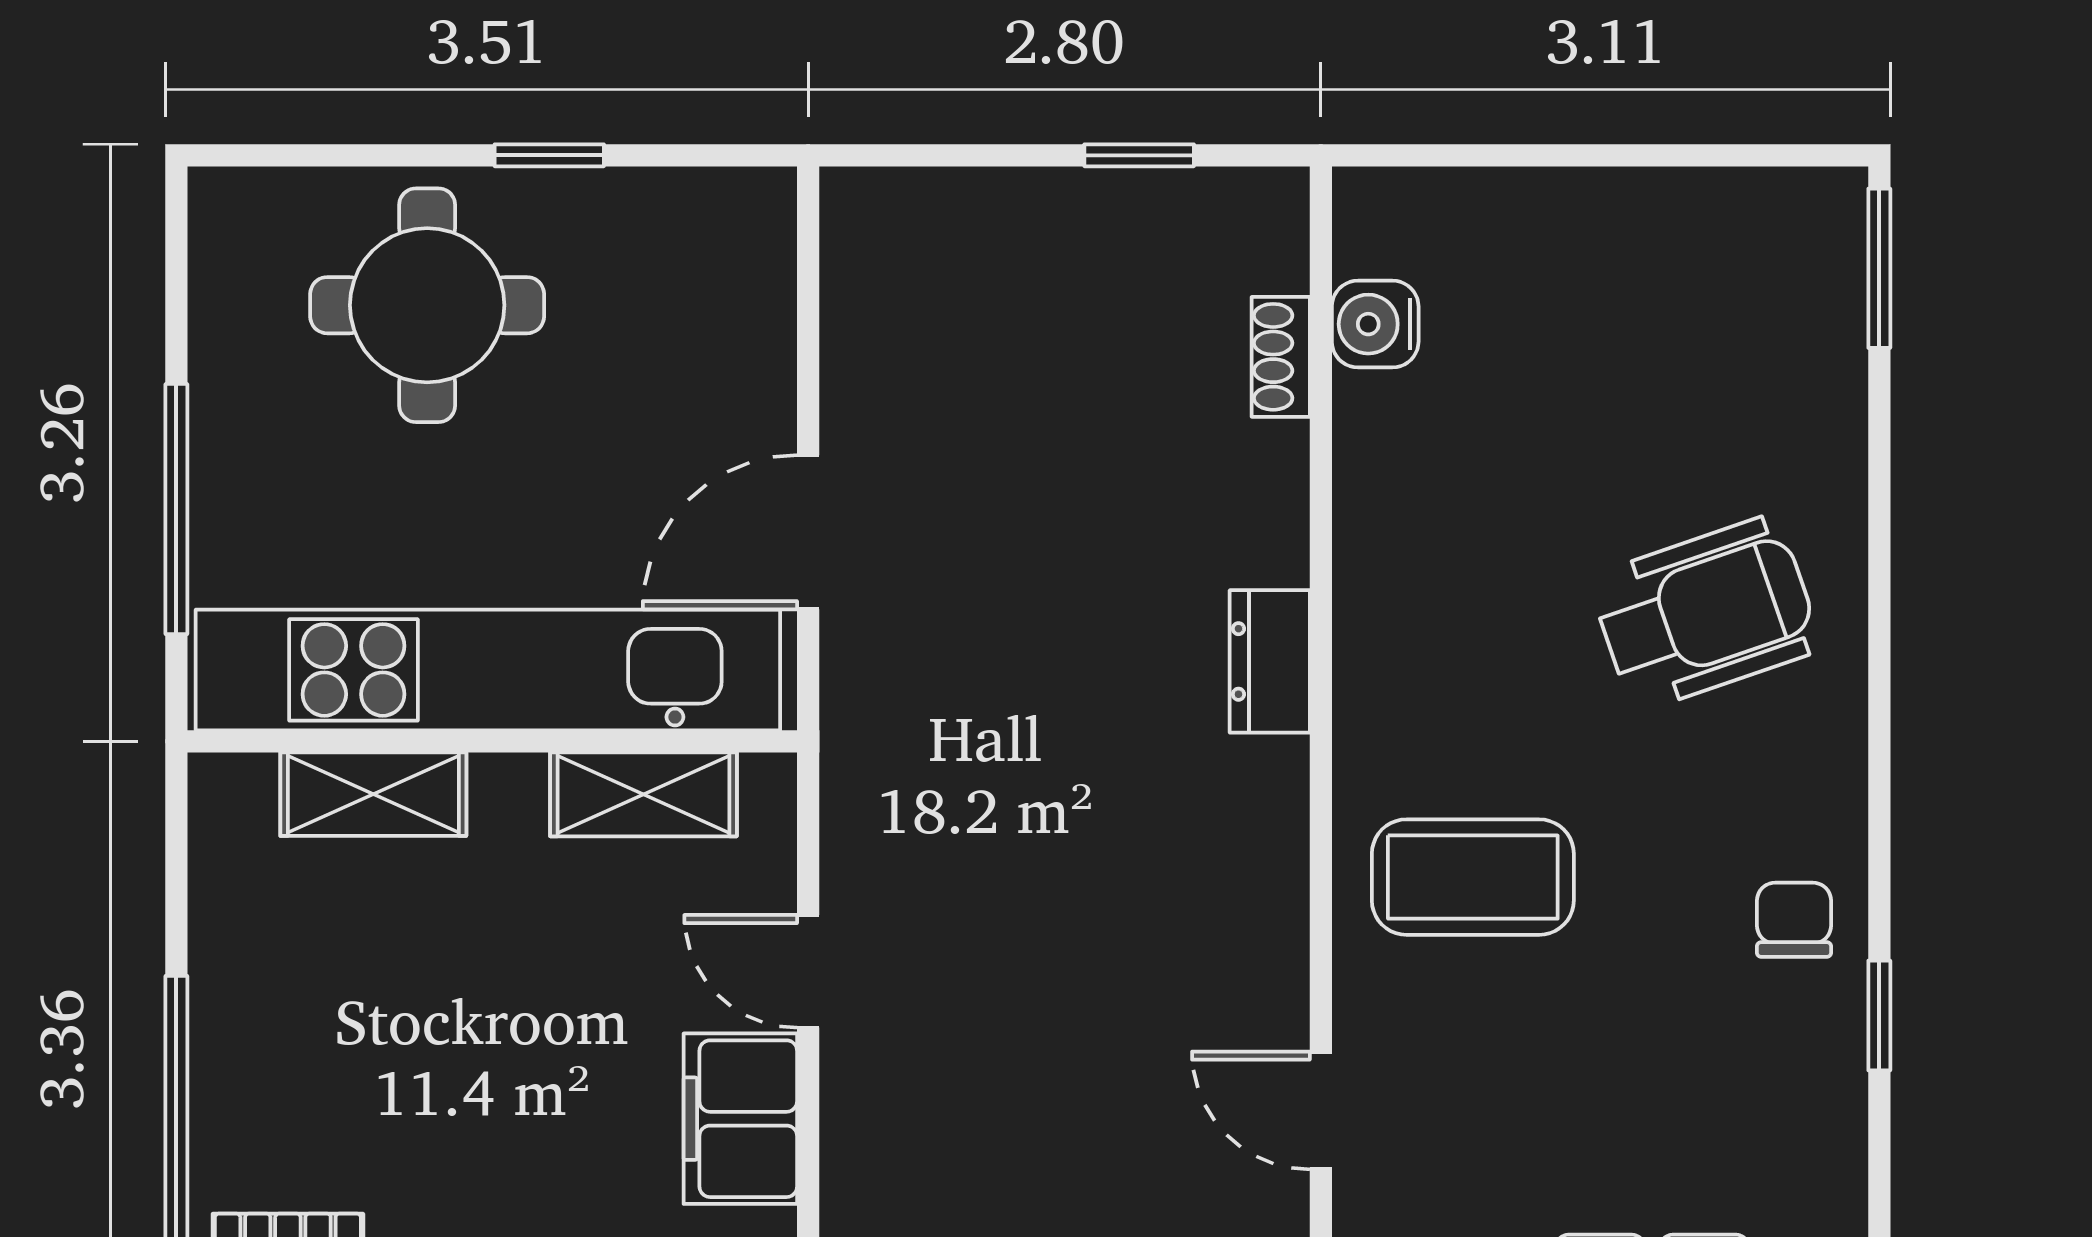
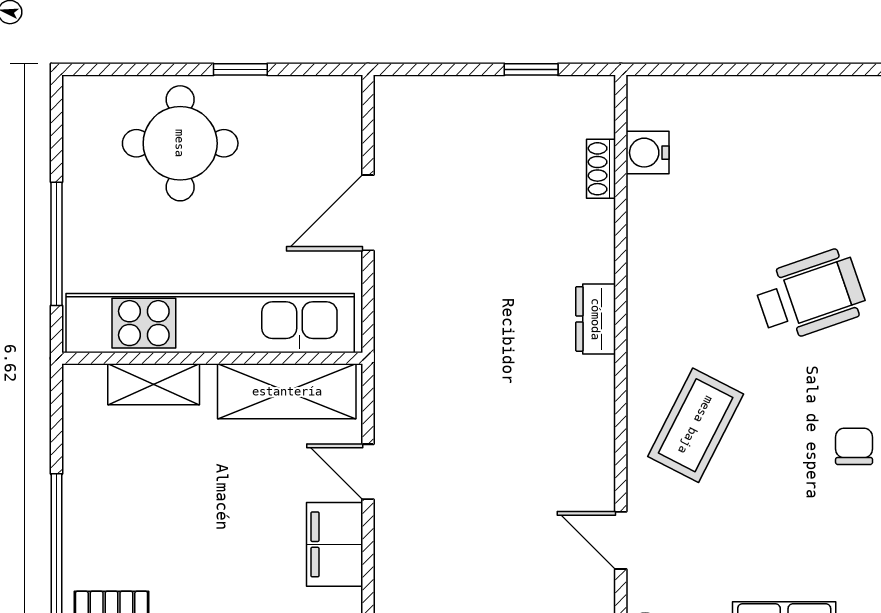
door: (808, 532) -> (368, 213), moved
shelving: (643, 794) -> (287, 391), width x1.50, depth x1.33
coffee table: (1473, 877) -> (696, 425), turned -63

